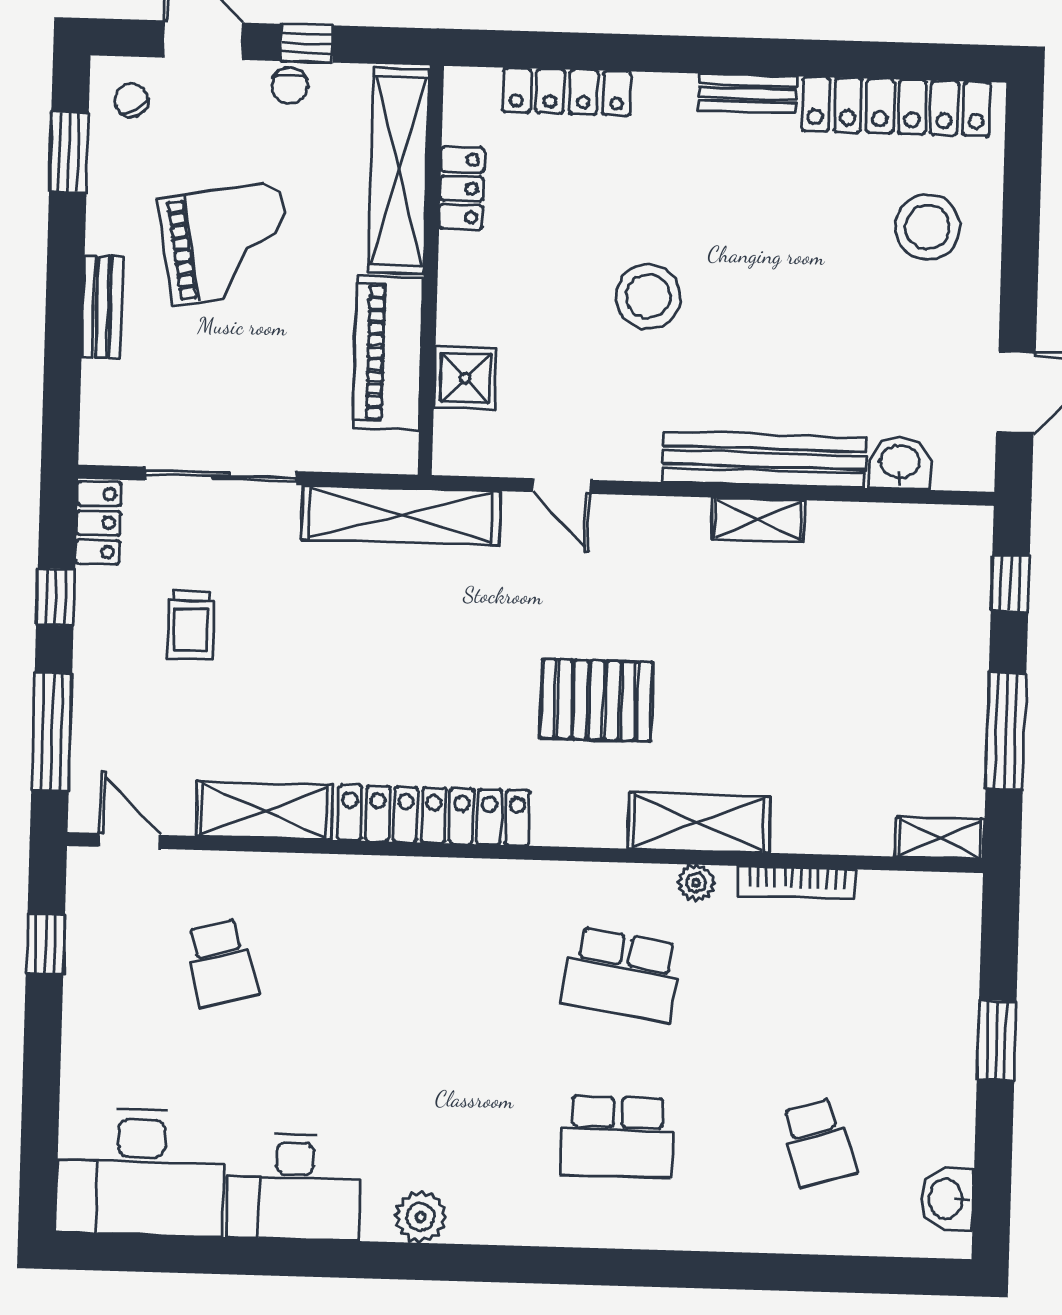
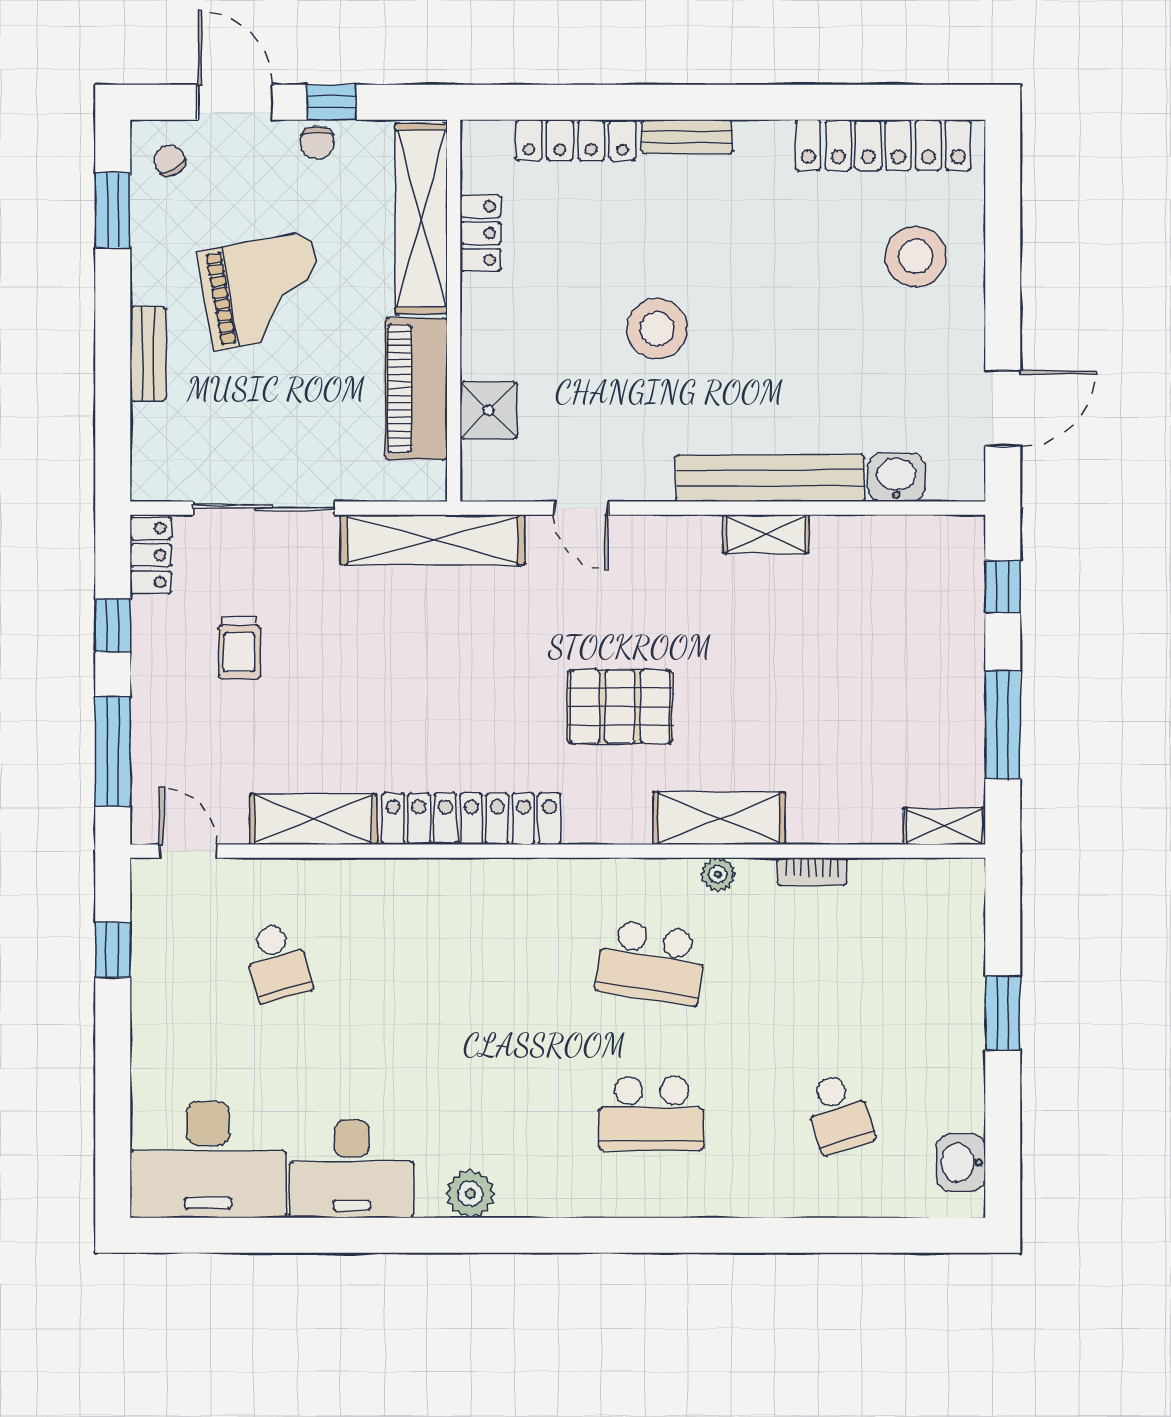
bench: (748, 93) -> (687, 137), moved
bookcase: (797, 883) -> (812, 872), width x0.64

